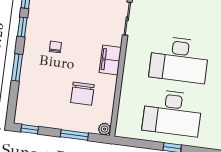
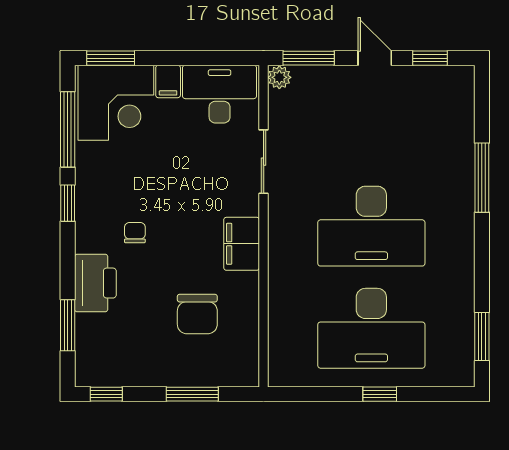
window: (17, 67) -> (68, 325), moved
printer: (31, 71) -> (95, 283), added
plant: (105, 129) -> (248, 375), removed

